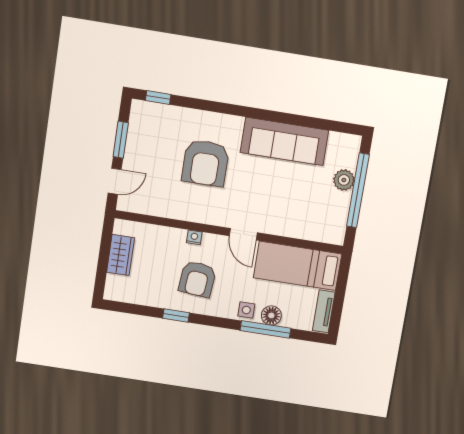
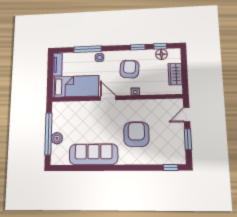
window: (137, 310) -> (160, 46), added
floor lamp: (271, 315) -> (161, 54), moved

